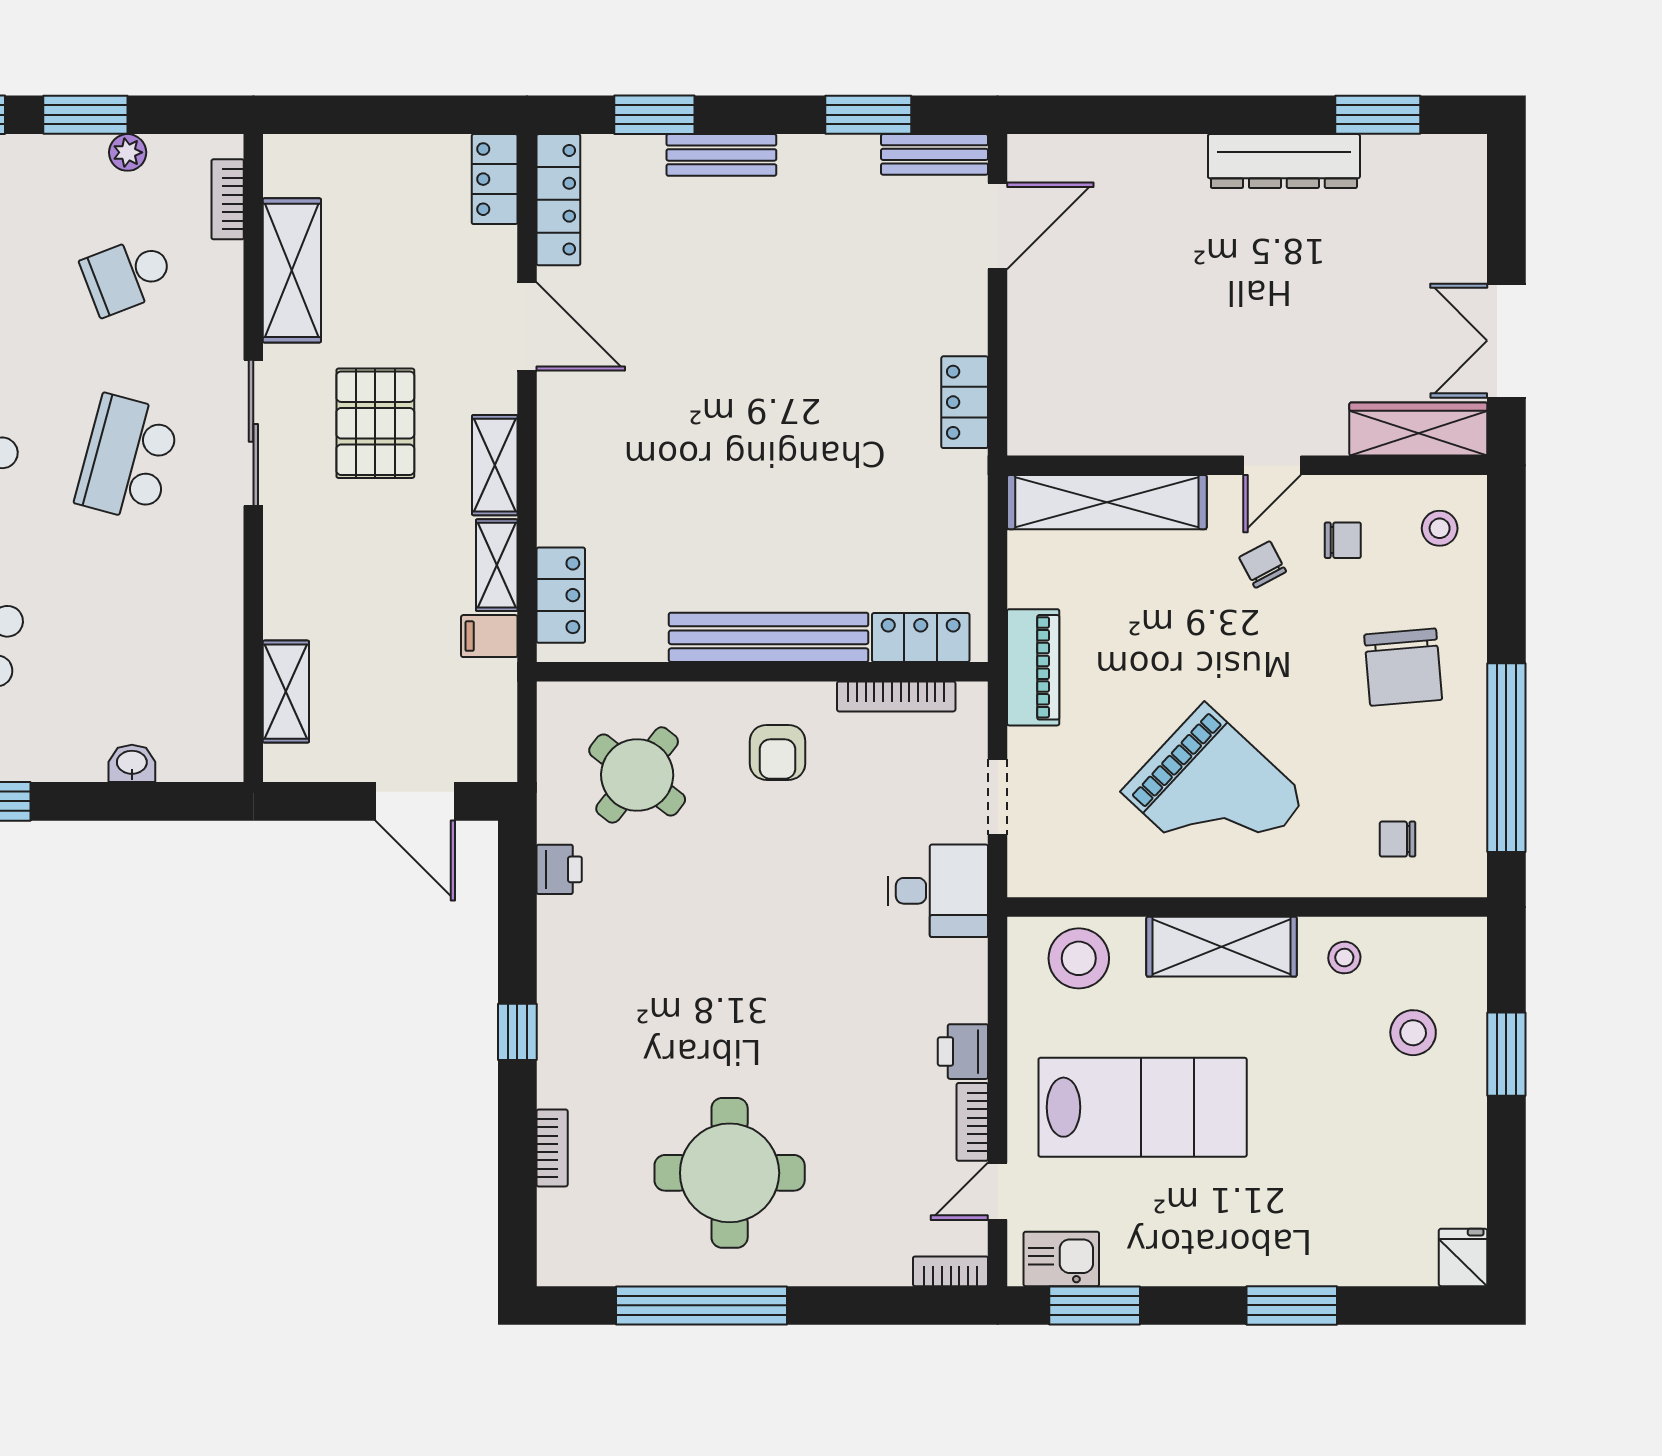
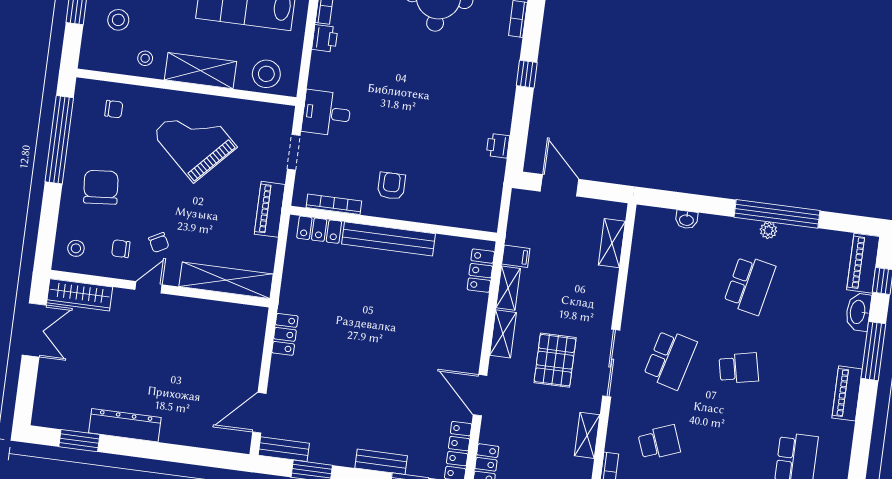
shelving: (292, 270) -> (587, 435), width x0.67, depth x0.75
round table: (637, 775) -> (457, 184), removed

